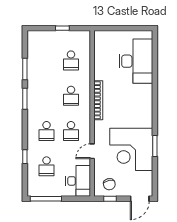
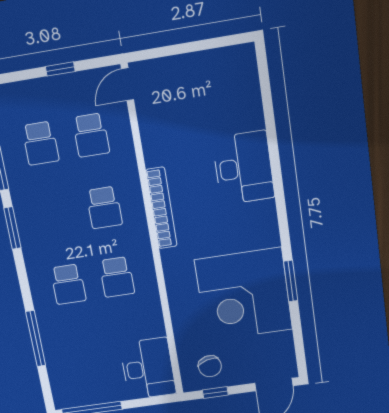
desk: (136, 61) -> (243, 168), moved, width x0.73, depth x0.77
door: (92, 151) -> (128, 84), moved
window: (25, 157) -> (36, 339), width x2.17
school desk: (47, 166) -> (40, 143), moved

